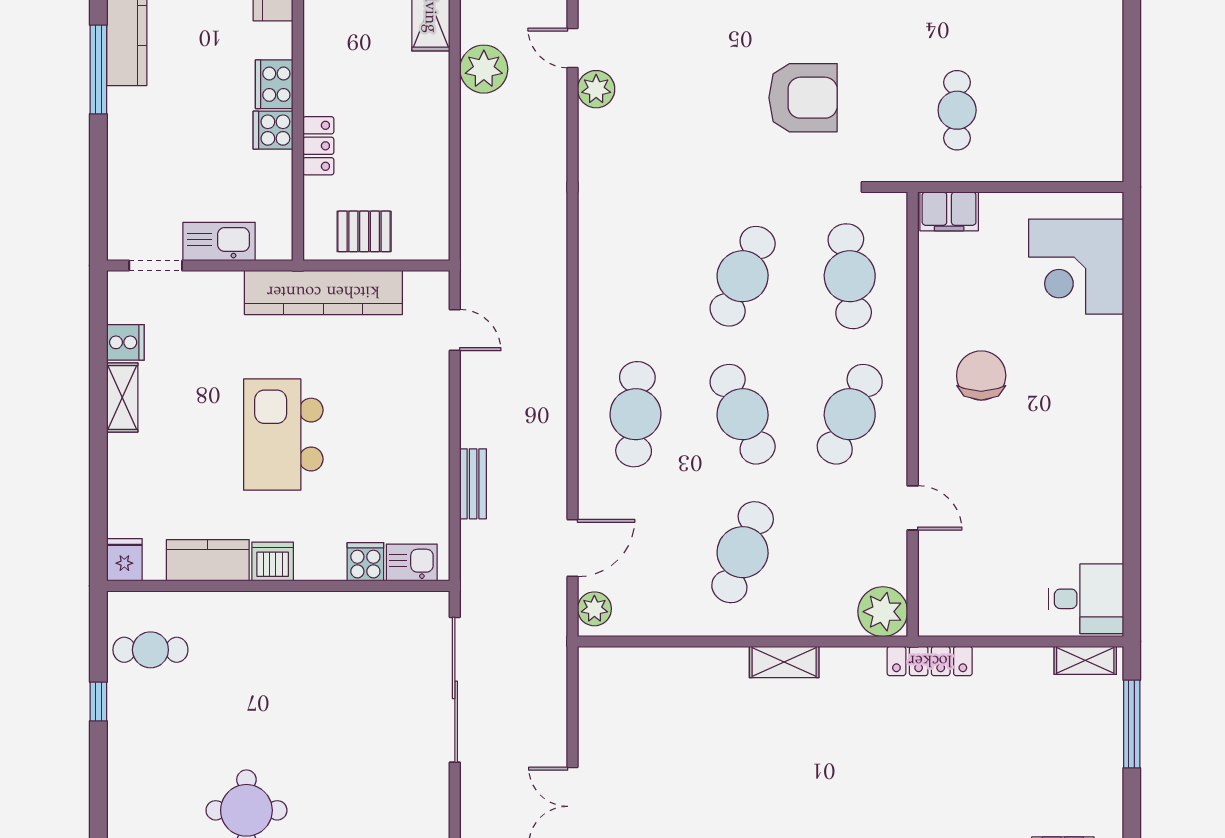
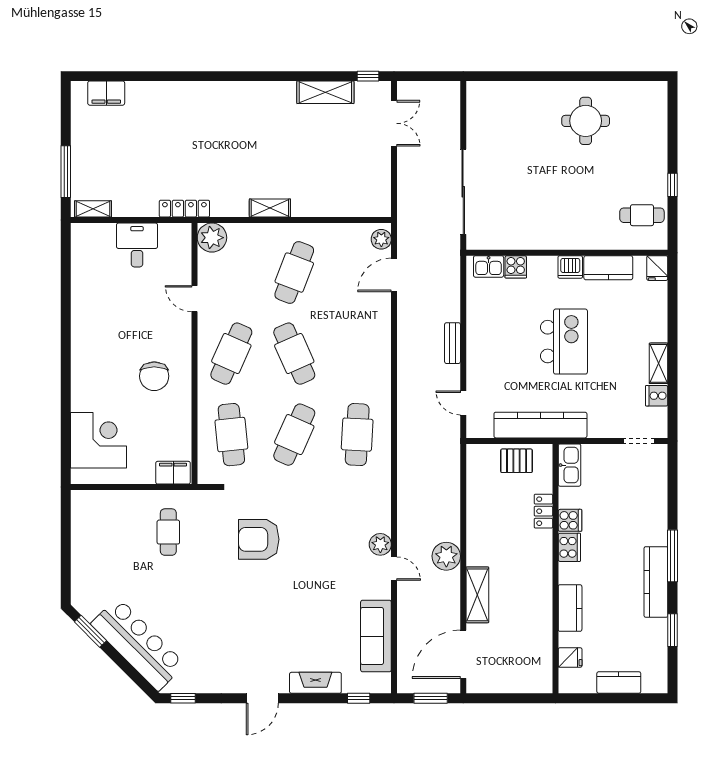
kitchen sink: (219, 241) -> (569, 465), moved, turned -90
cafe table: (635, 414) -> (357, 435), moved
bench: (473, 484) -> (453, 343), moved
desk: (1086, 599) -> (137, 245), moved, turned 90

